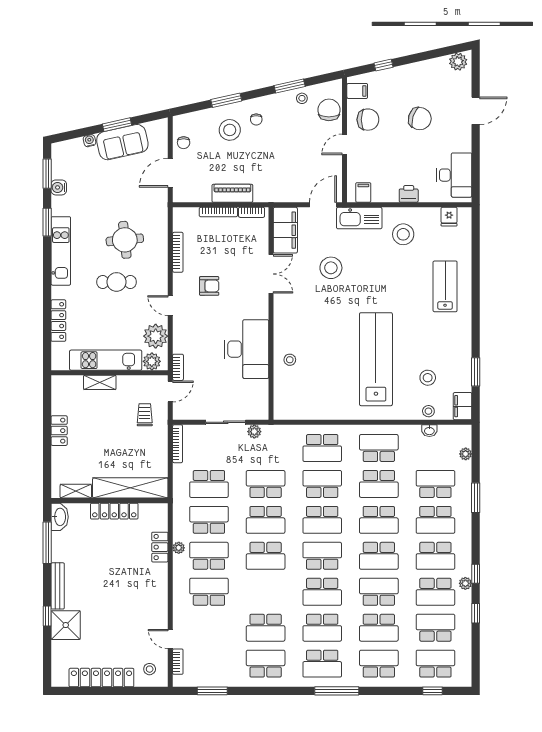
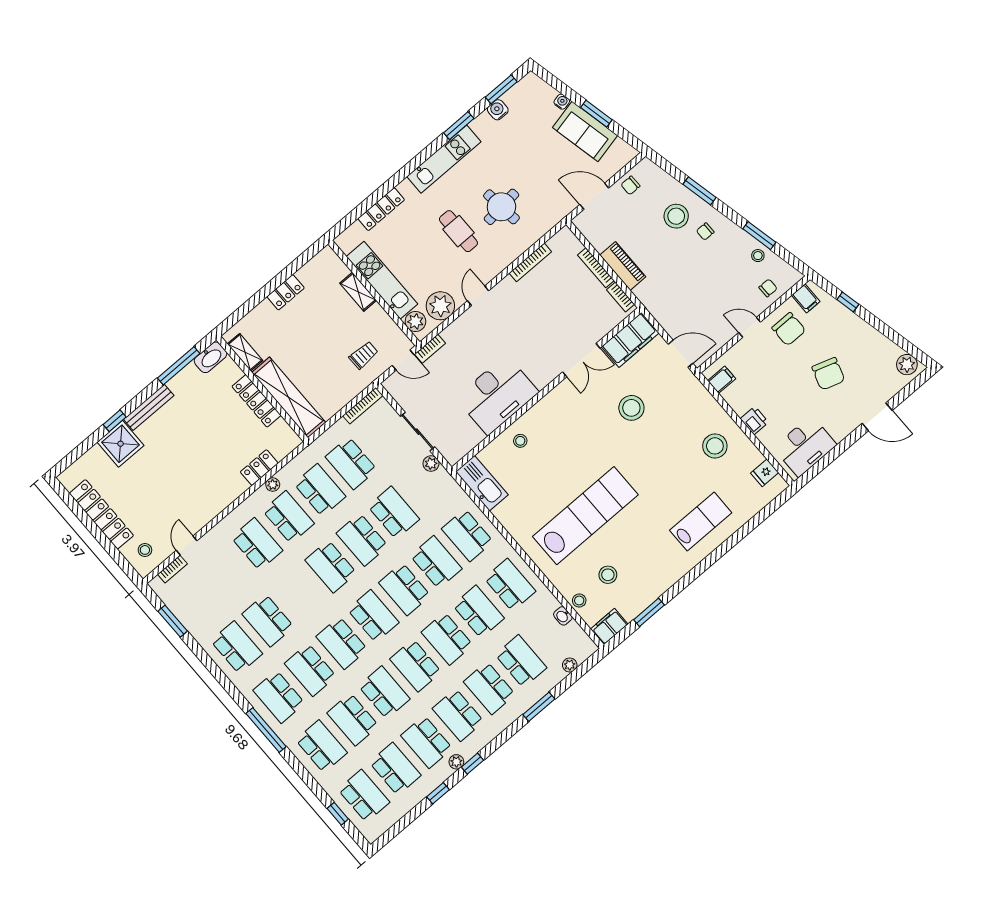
chair: (329, 110) -> (768, 288), width x0.54, depth x0.54
kitchen sink: (359, 218) -> (482, 483), moved, turned 180
armchair: (209, 286) -> (524, 315), removed
school desk: (379, 484) -> (478, 612), turned 180

